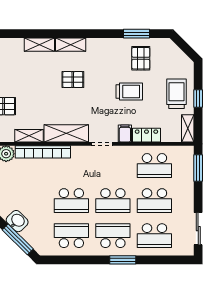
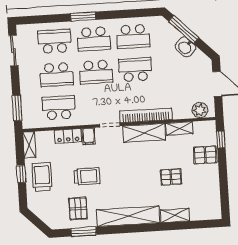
shelving: (71, 45) -> (128, 216), width x2.20, depth x1.33
pallet: (73, 80) -> (171, 177), moved
trolley: (129, 91) -> (87, 176), turned 180
trolley: (177, 94) -> (42, 177), turned 180
bookcase: (43, 152) -> (146, 115), moved
school desk: (113, 201) -> (96, 72), turned 180
school desk: (154, 201) -> (57, 75), turned 180

